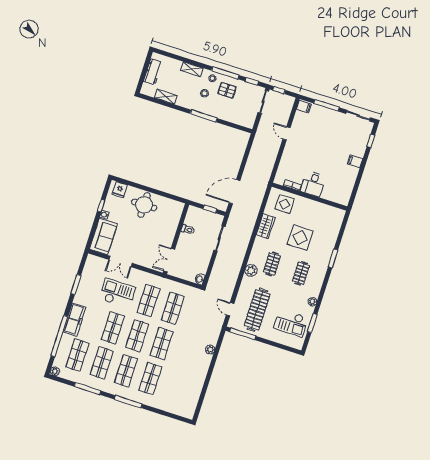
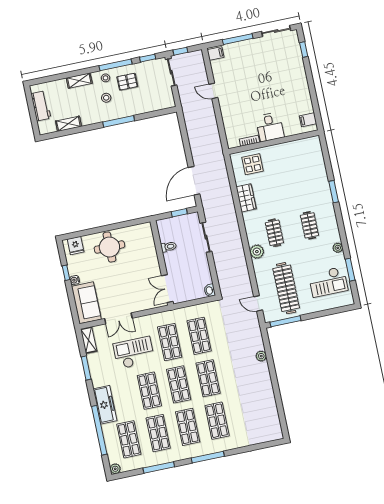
filing cabinet: (355, 161) -> (308, 120), moved
display table: (300, 238) -> (288, 189), removed
shelving: (89, 265) -> (89, 340), added

